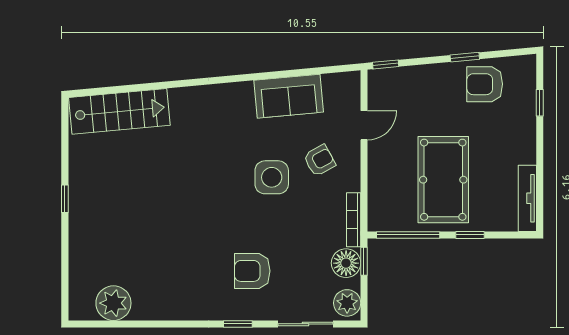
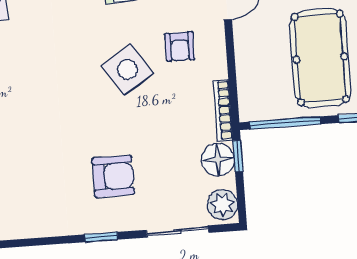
armchair: (319, 160) -> (180, 47), turned 119
side table: (272, 177) -> (127, 69), turned -33
armchair: (252, 271) -> (113, 176), turned 180

